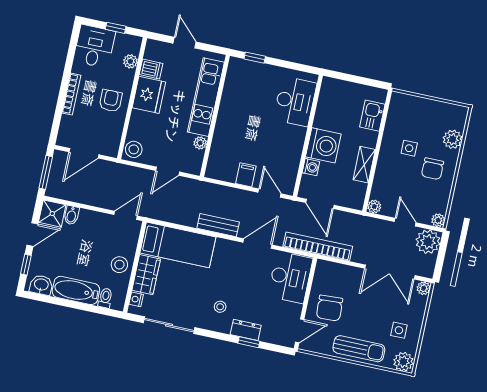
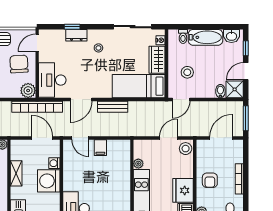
door: (168, 171) -> (168, 138), moved
stool: (119, 265) -> (187, 72), moved
plant: (325, 270) -> (28, 91), added

